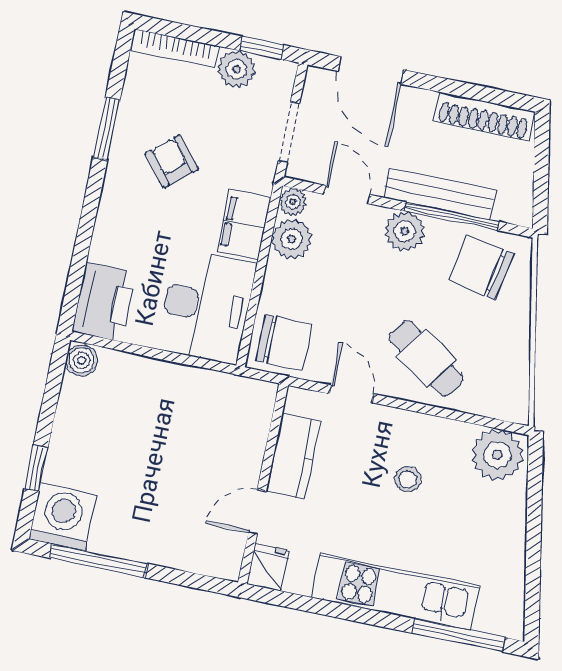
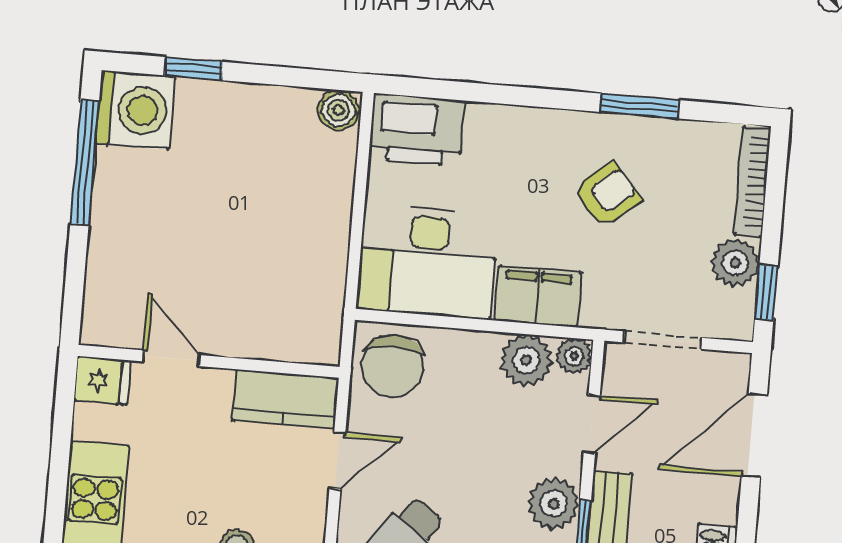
kitchen counter: (293, 456) -> (286, 399), moved

